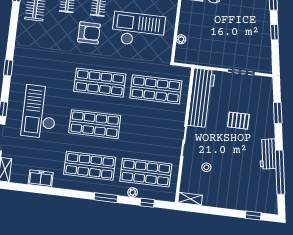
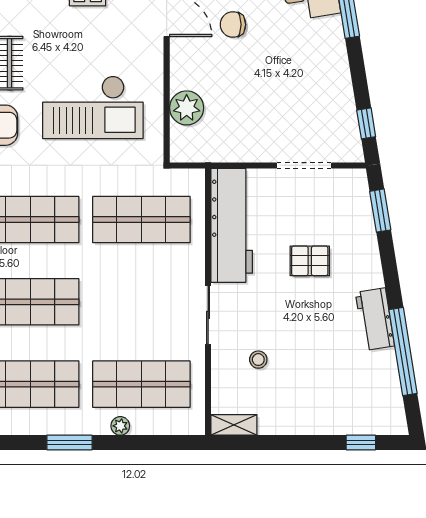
checkout: (138, 30) -> (93, 107), turned 180
window: (274, 32) -> (366, 123), moved
plant: (181, 39) -> (187, 108), width x1.87, depth x1.87
window: (278, 113) -> (380, 211), moved
window: (147, 203) -> (151, 443), removed

